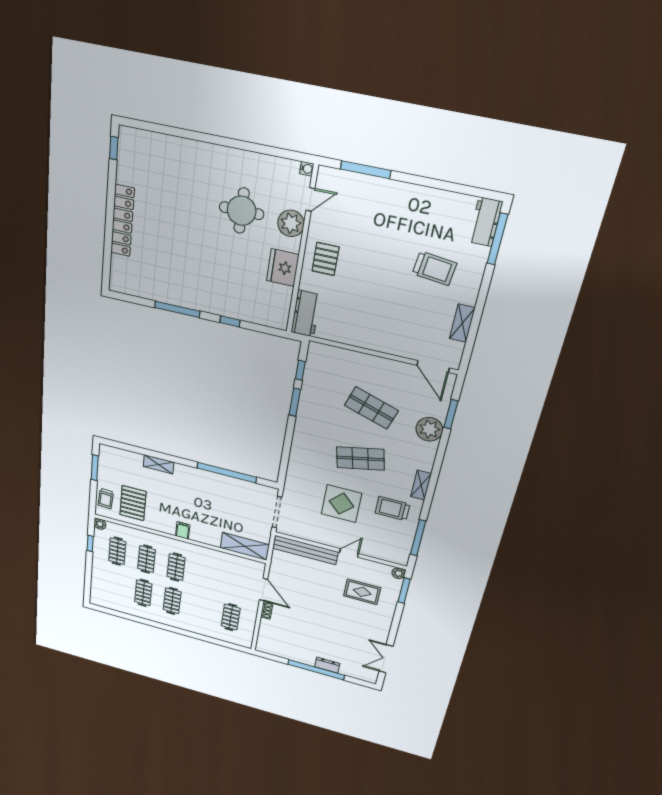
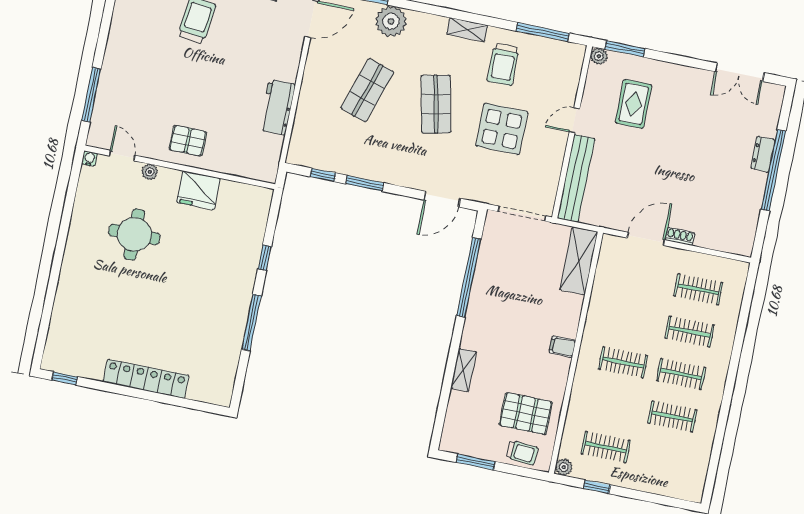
plant: (291, 223) -> (150, 172), width x0.53, depth x0.53
workbench: (306, 314) -> (277, 107), moved, turned -90
door: (285, 458) -> (442, 199), added
door: (349, 553) -> (574, 120), hinge flipped
clothes rail: (146, 559) -> (690, 332), moved

